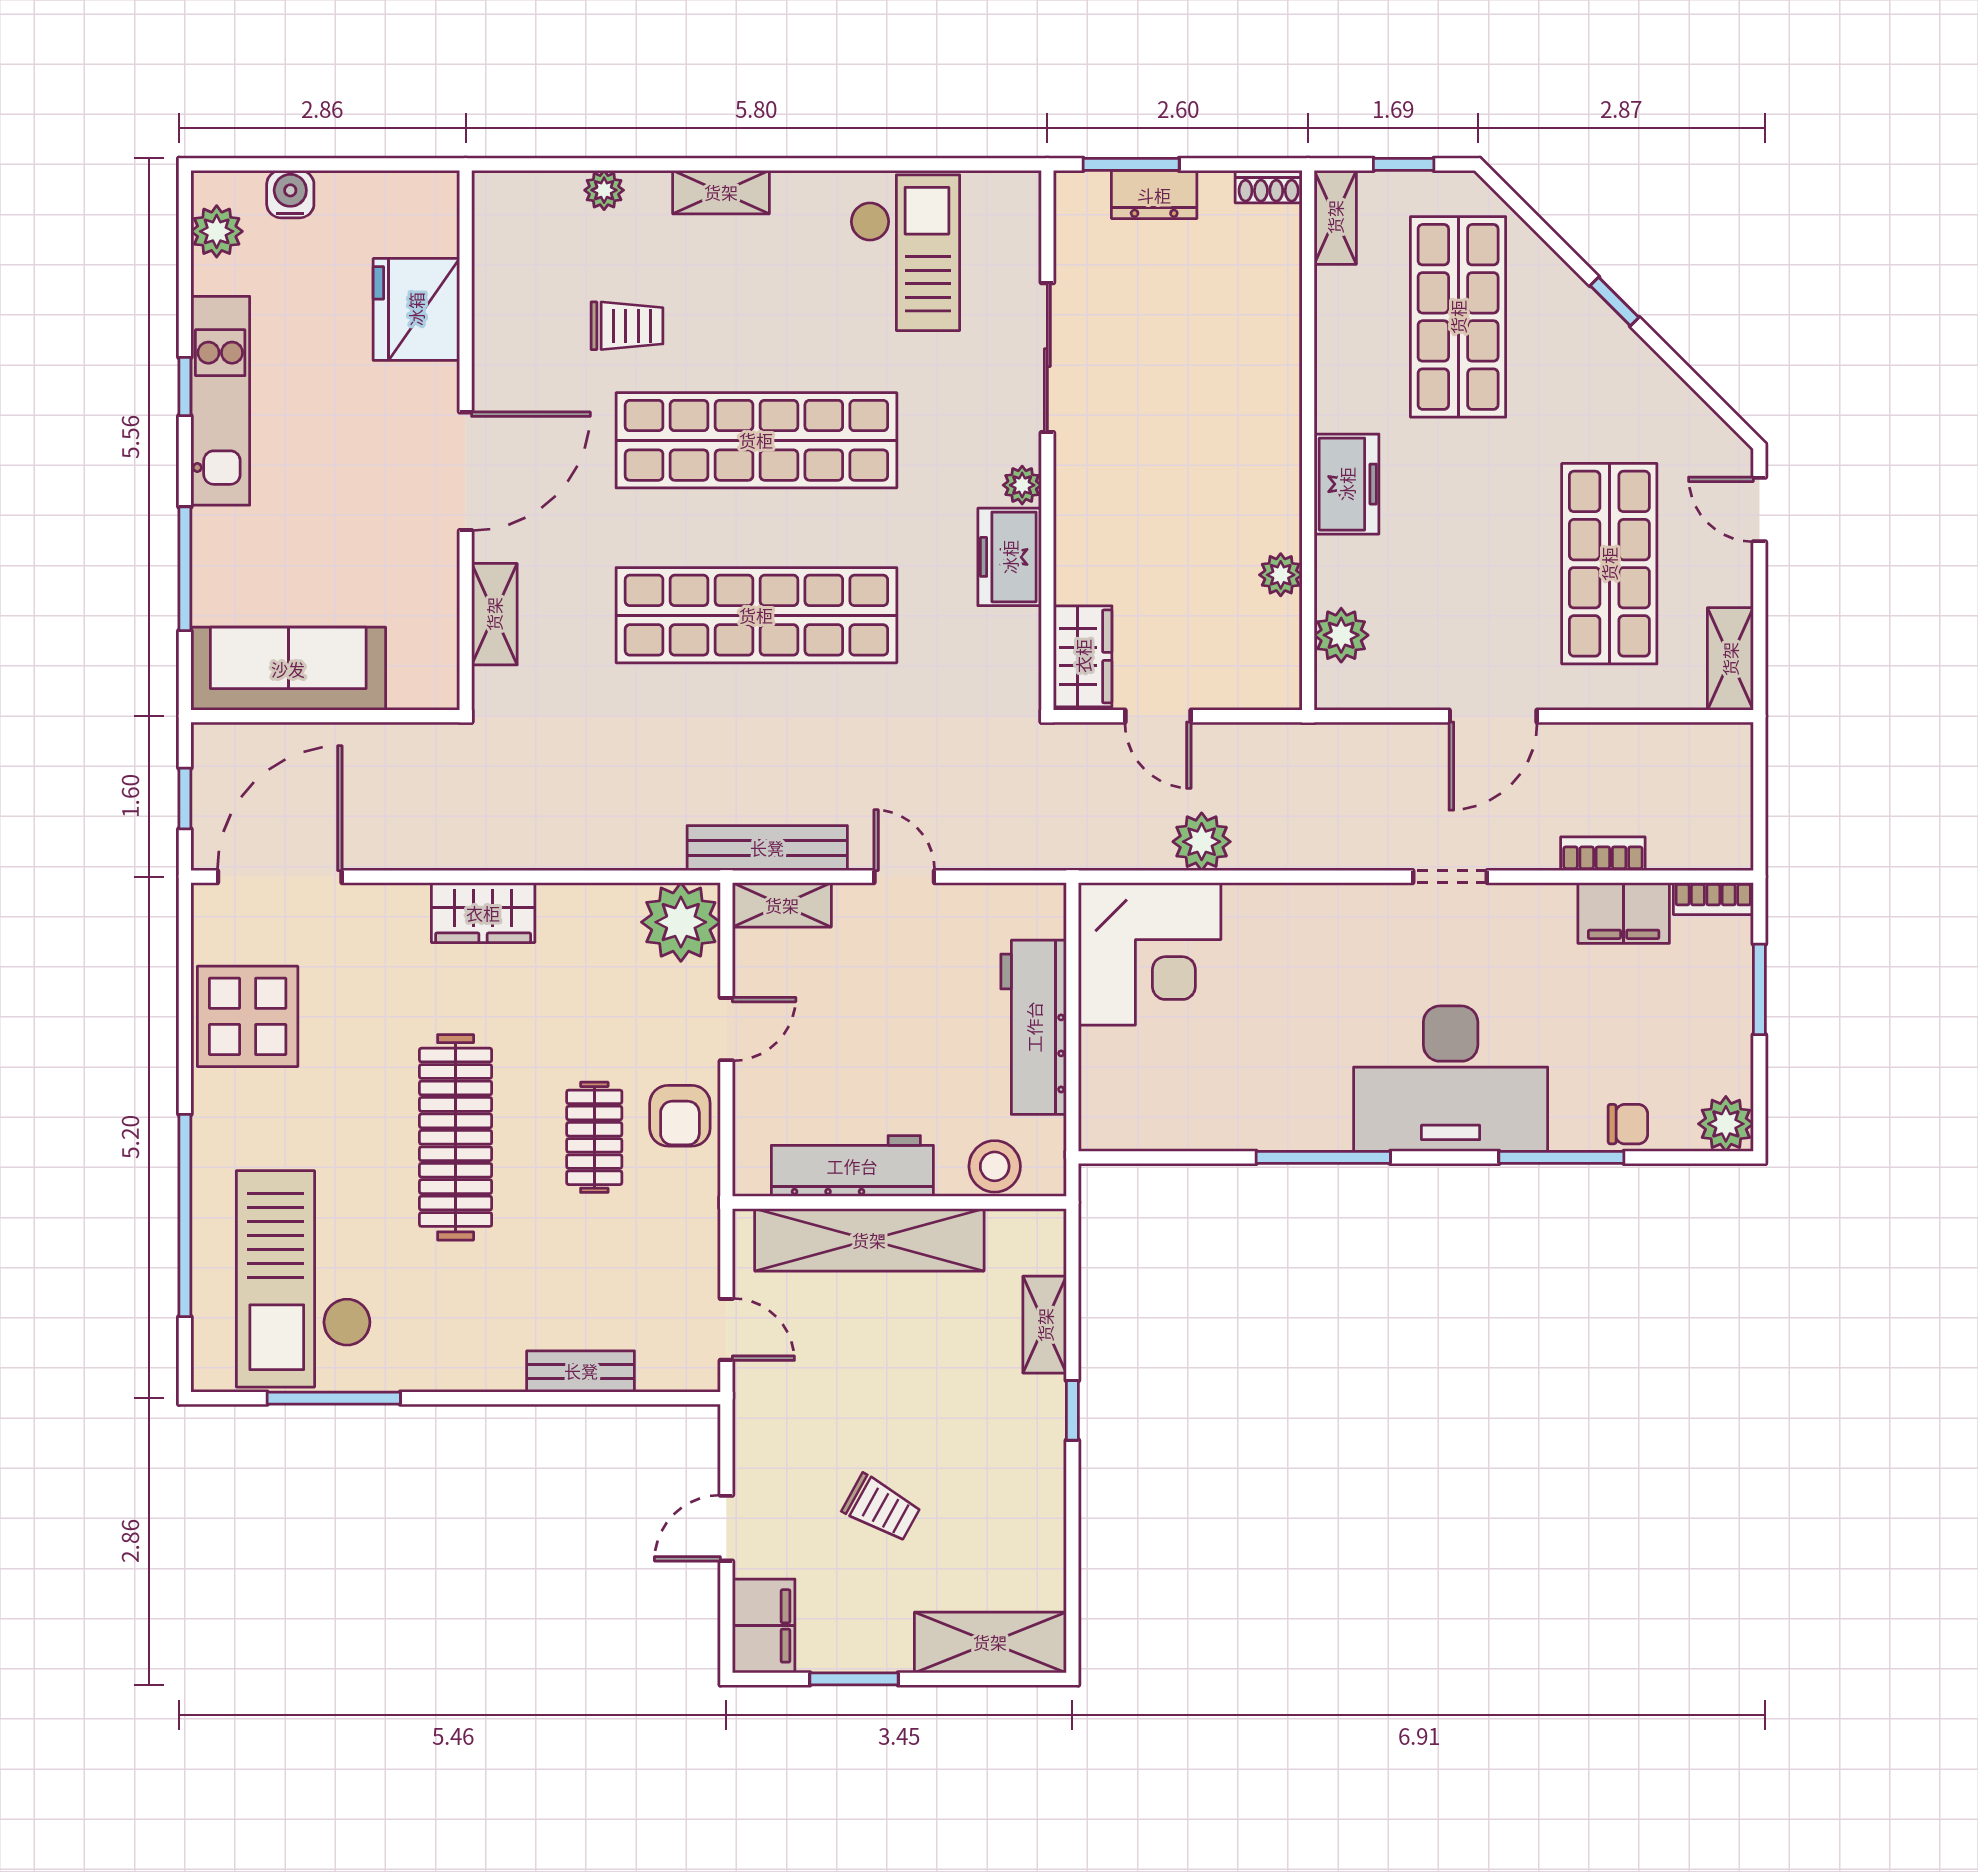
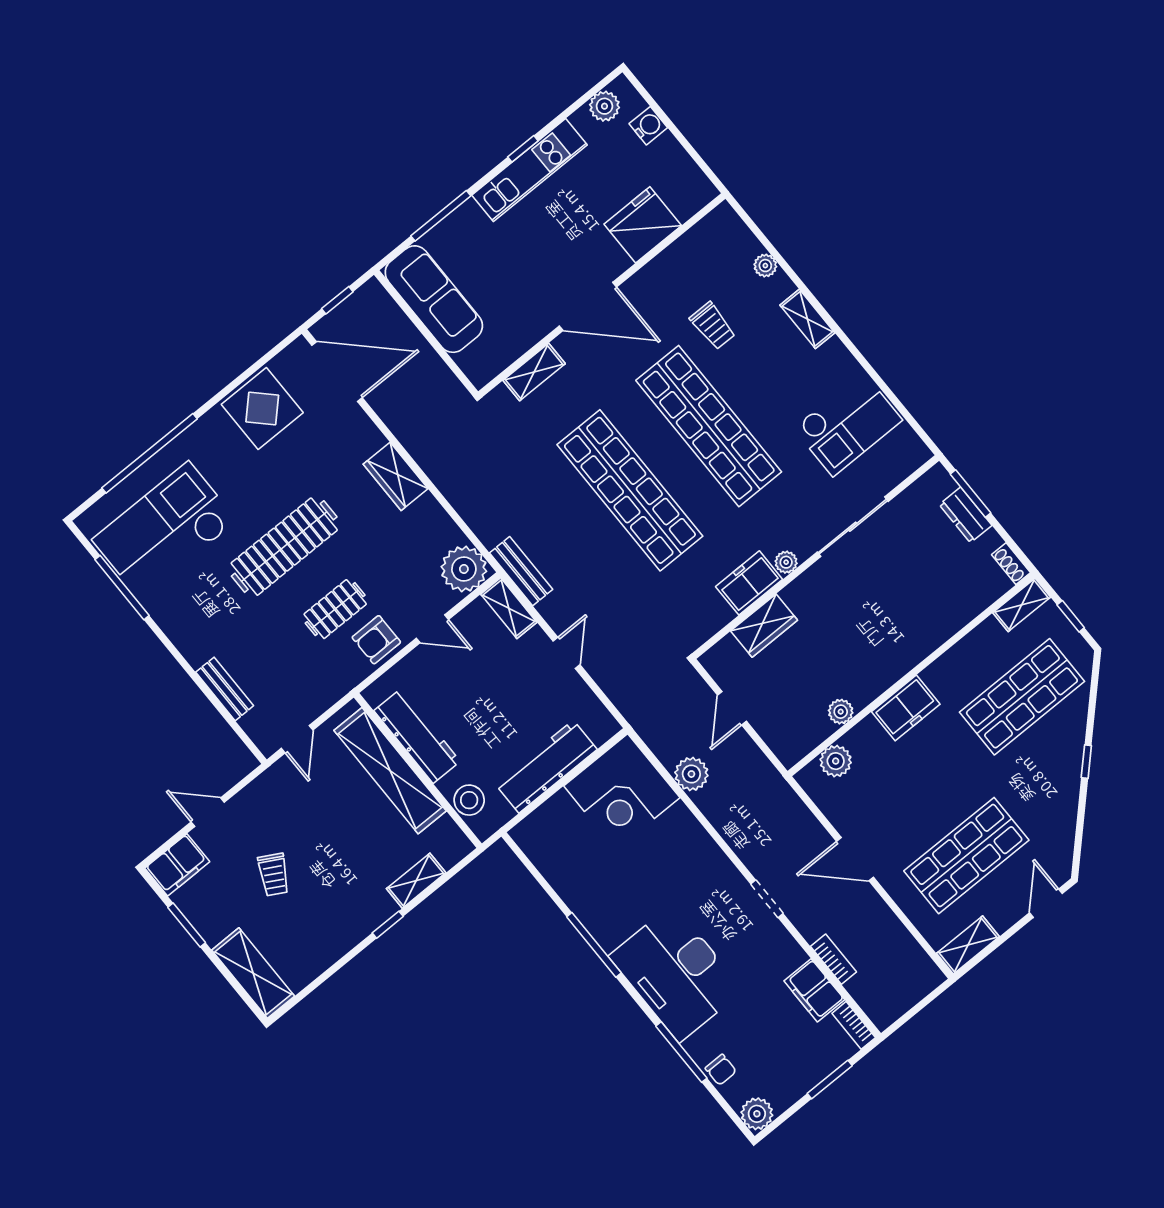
wardrobe: (1083, 656) -> (764, 626), moved
bench: (767, 848) -> (521, 571), width x0.73

